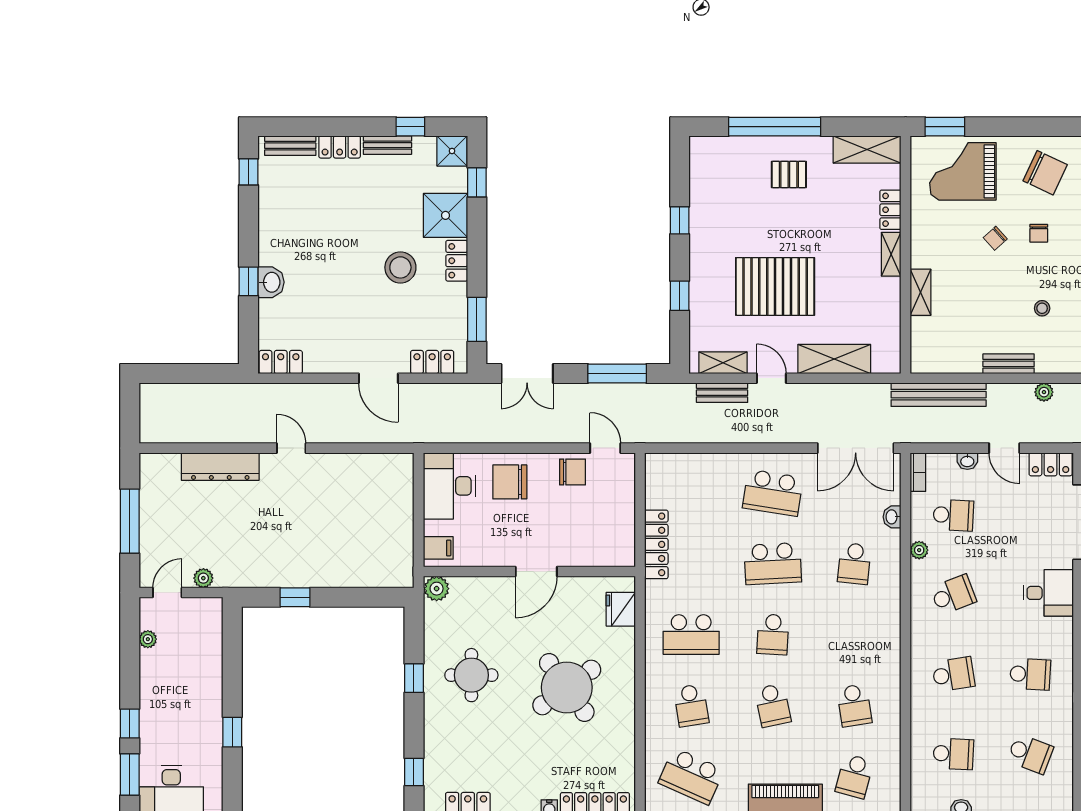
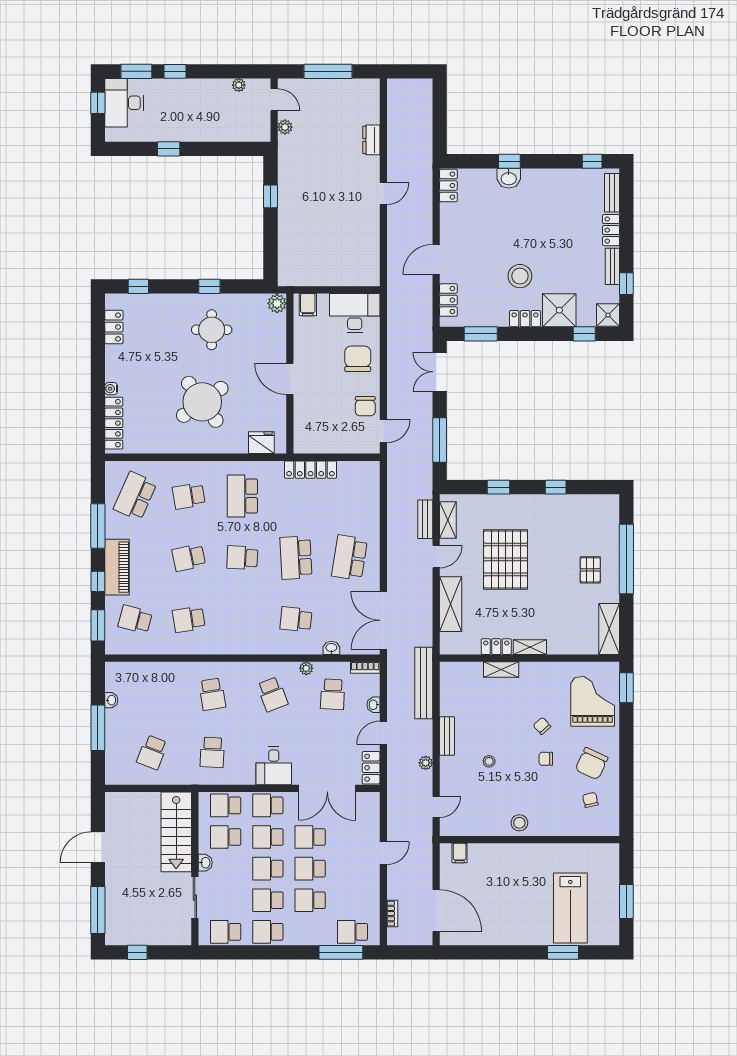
locker: (890, 210) -> (496, 647), moved
dresser: (220, 467) -> (371, 140), width x0.51, depth x0.80
school desk: (953, 754) -> (152, 694), removed

